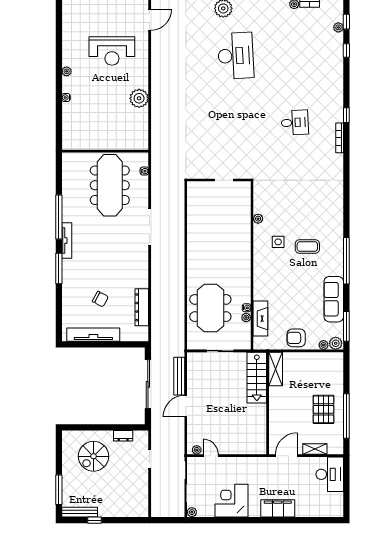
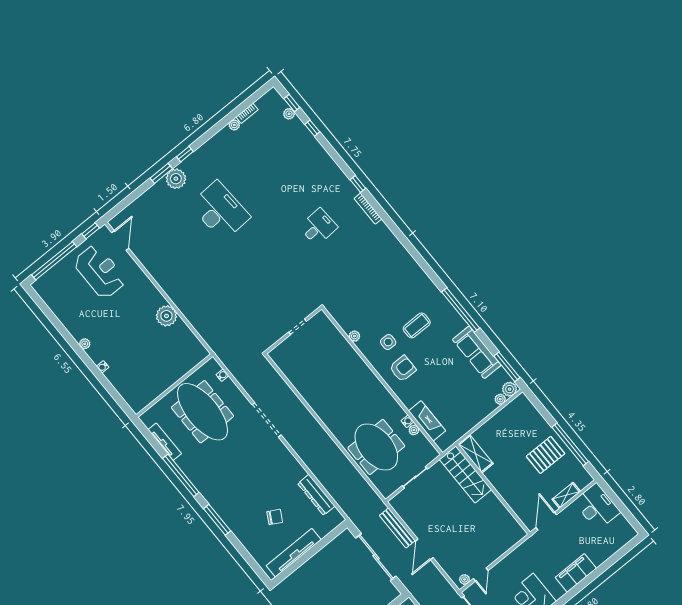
reception desk: (112, 51) -> (100, 272), moved, turned -90
tv unit: (67, 241) -> (165, 442), moved
armchair: (296, 338) -> (403, 369), moved, turned 180
pallet: (323, 409) -> (546, 455), turned 90
door: (211, 456) -> (481, 575), swing flipped

